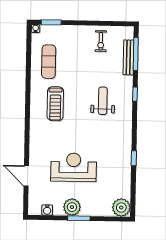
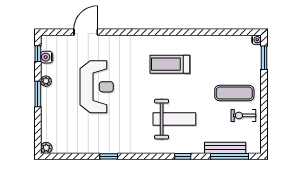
exercise mat: (49, 62) -> (234, 93), moved
weight bench: (103, 101) -> (174, 119), width x1.36, depth x1.33
plant: (72, 207) -> (46, 81), width x0.53, depth x0.53
plant: (121, 208) -> (46, 148), width x0.53, depth x0.53
window: (44, 218) -> (38, 54), added

